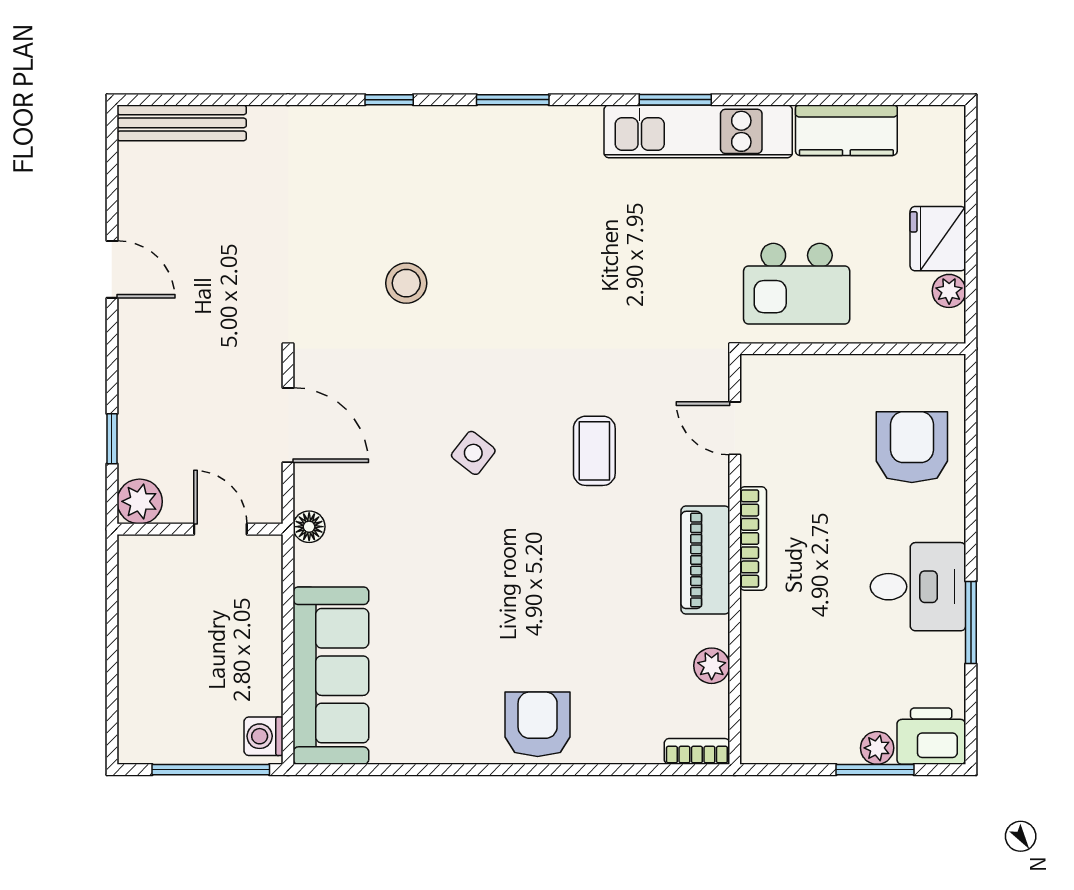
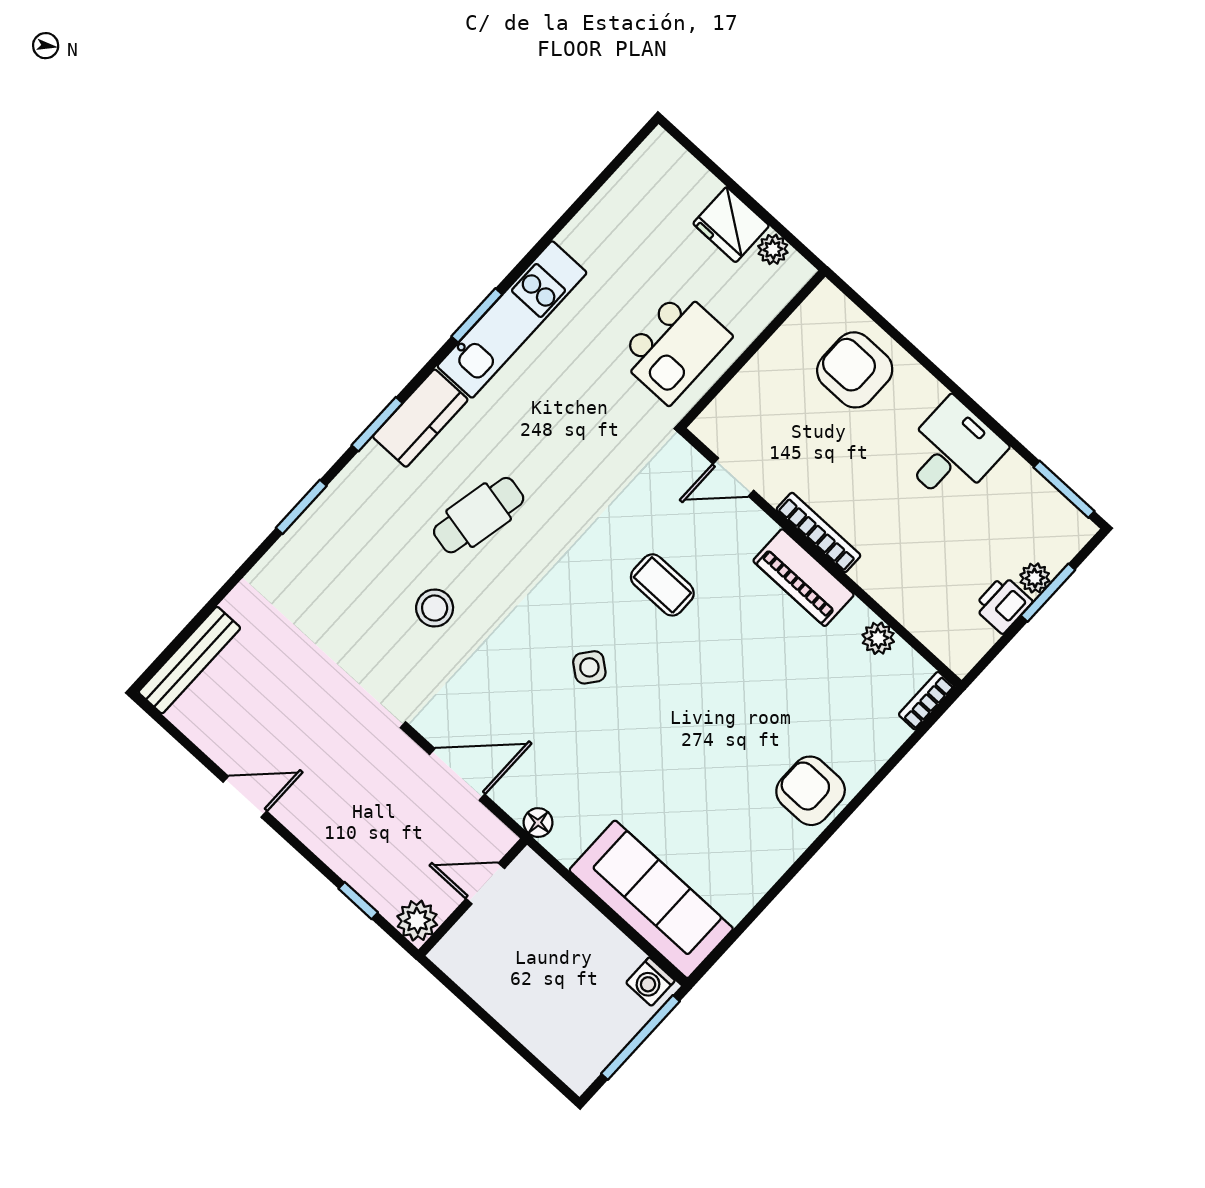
window: (389, 100) -> (301, 507), width x1.50
kitchen counter: (846, 130) -> (420, 418), moved
cafe table: (514, 250) -> (479, 515), added
window: (971, 622) -> (1064, 489), moved
printer: (931, 736) -> (1003, 604), moved, width x0.73, depth x0.81

